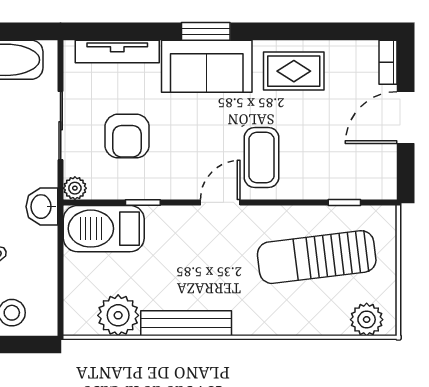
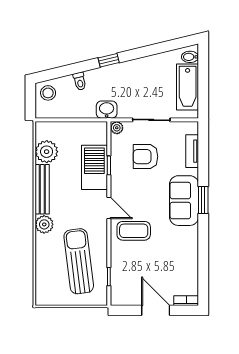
tv unit: (117, 51) -> (192, 151), width x0.71
rug: (294, 71) -> (181, 249), removed
barbecue: (104, 229) -> (94, 167), moved
plant: (367, 320) -> (44, 224), moved

